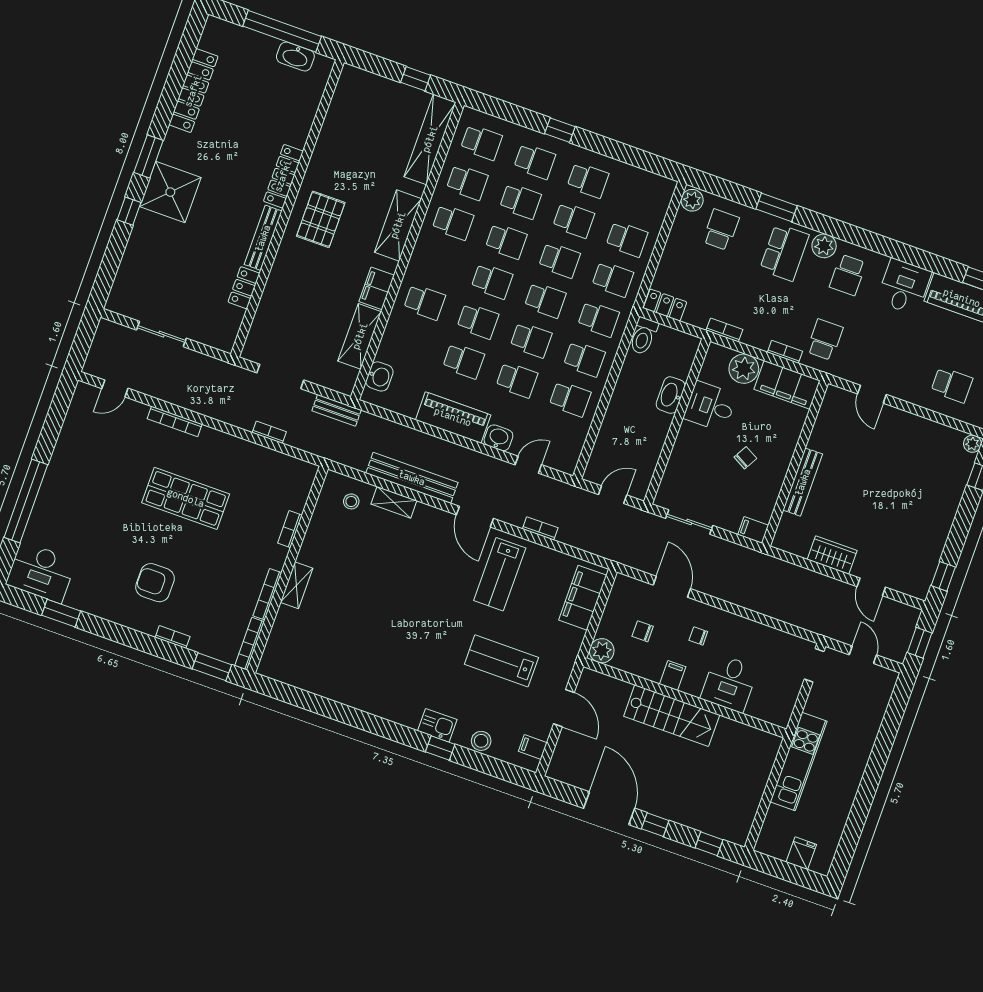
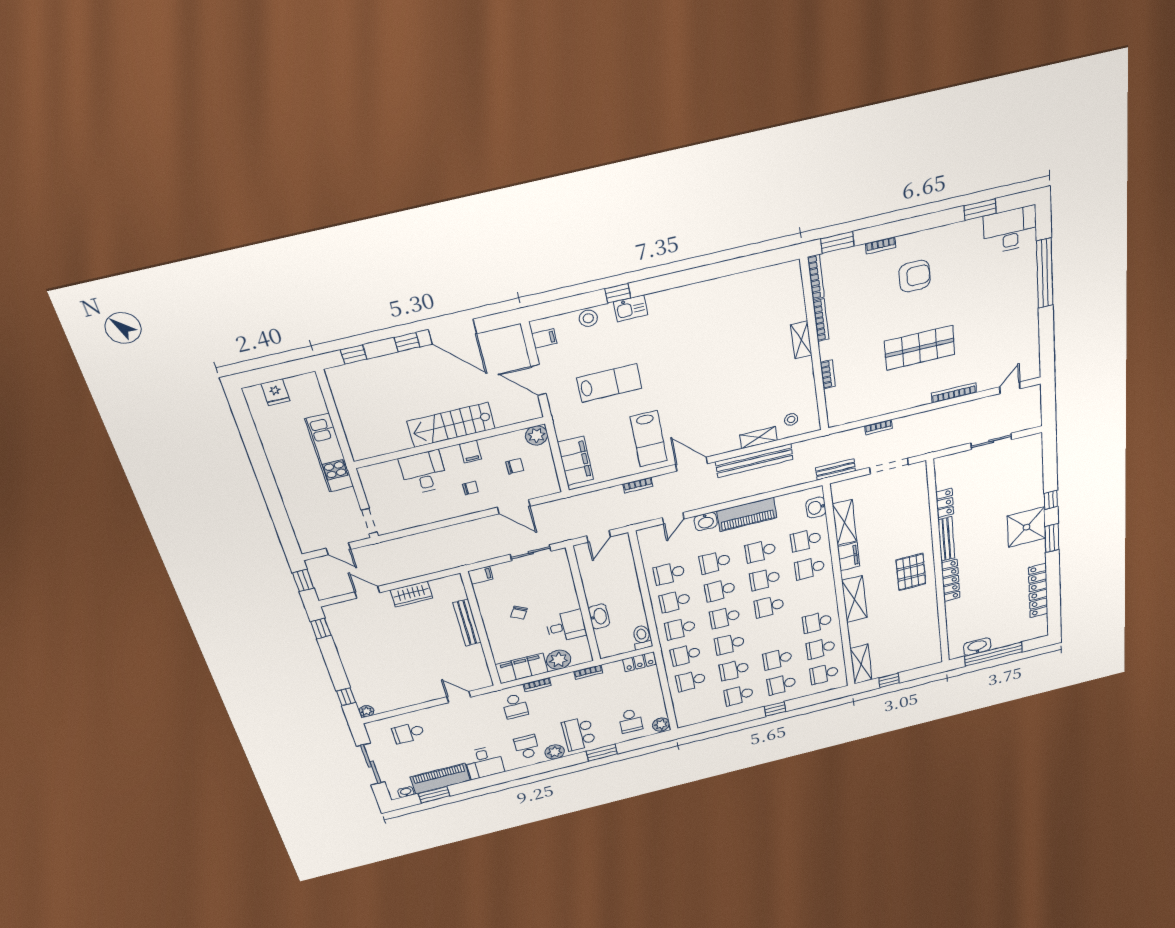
shelving: (430, 139) -> (861, 664), width x0.68
school desk: (506, 241) -> (806, 540), moved
lab bench: (500, 574) -> (649, 439), turned 180

